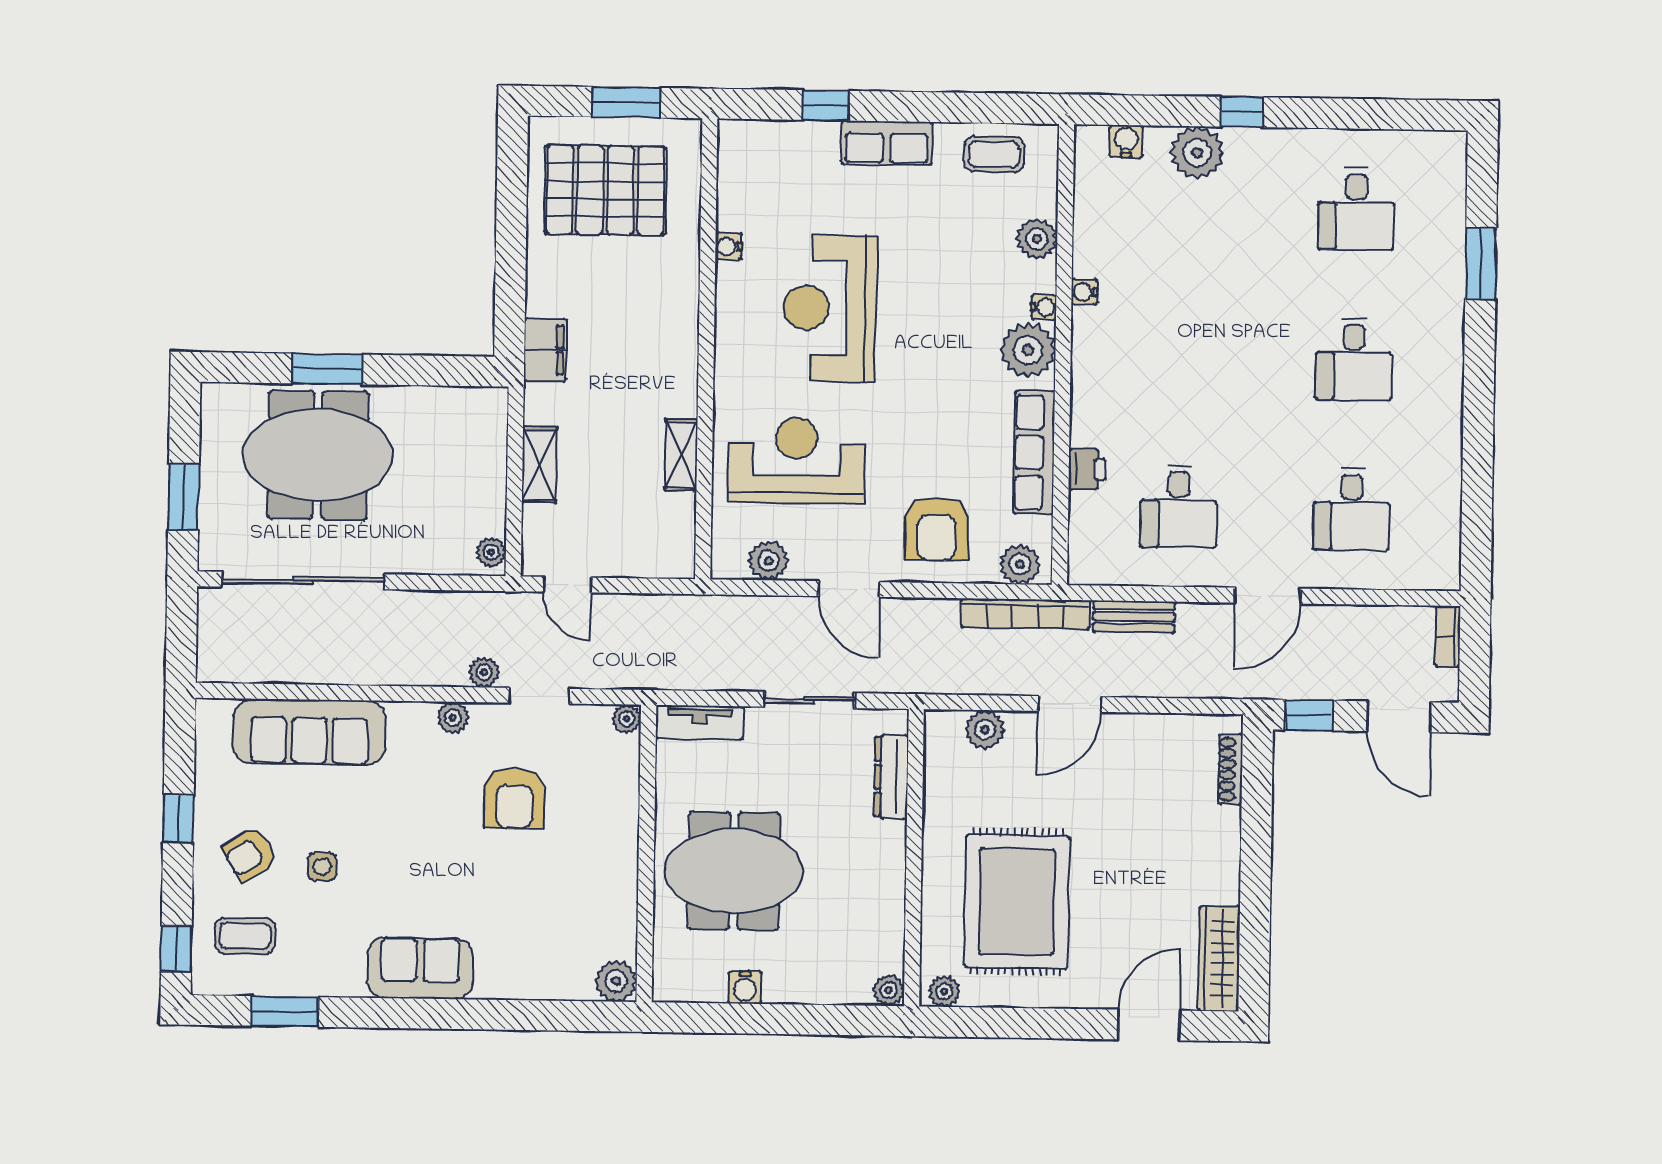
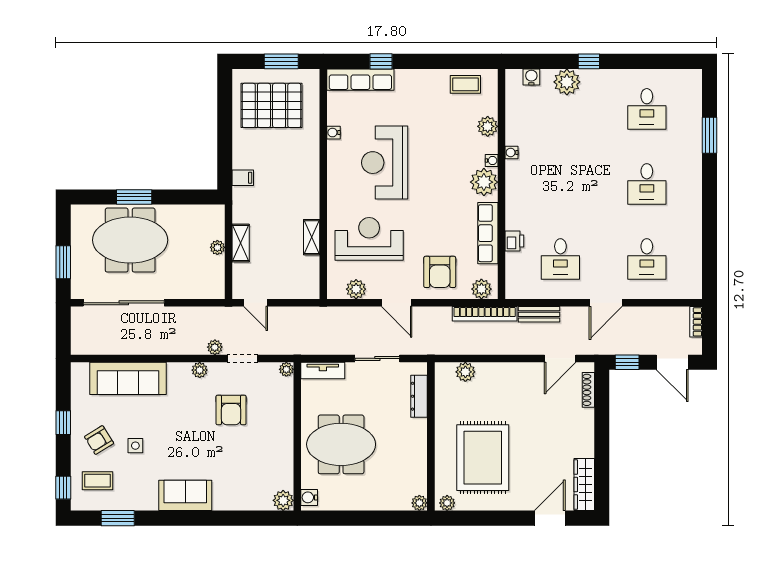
row of seats: (887, 143) -> (360, 80), moved, width x1.48
filing cabinet: (545, 350) -> (243, 178), width x0.50
plant: (491, 552) -> (217, 247), moved
door: (1070, 704) -> (560, 358), moved
water cooler: (745, 987) -> (309, 497), moved, turned 90

